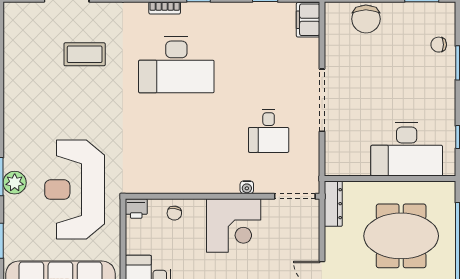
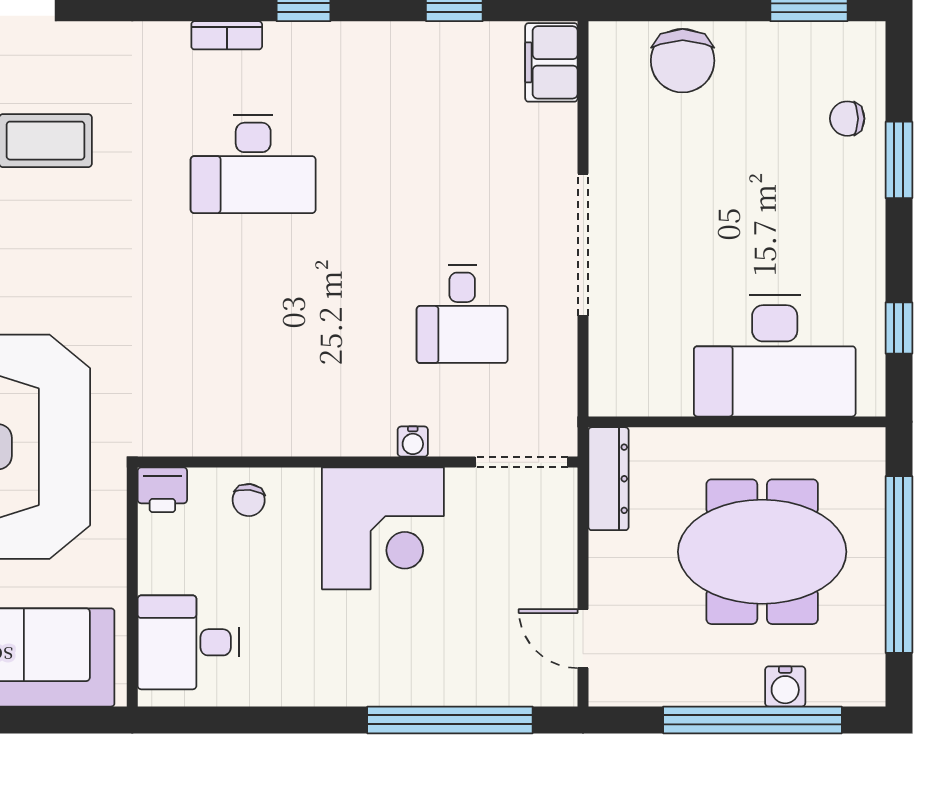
desk: (176, 65) -> (253, 164), width x0.73, depth x0.77

